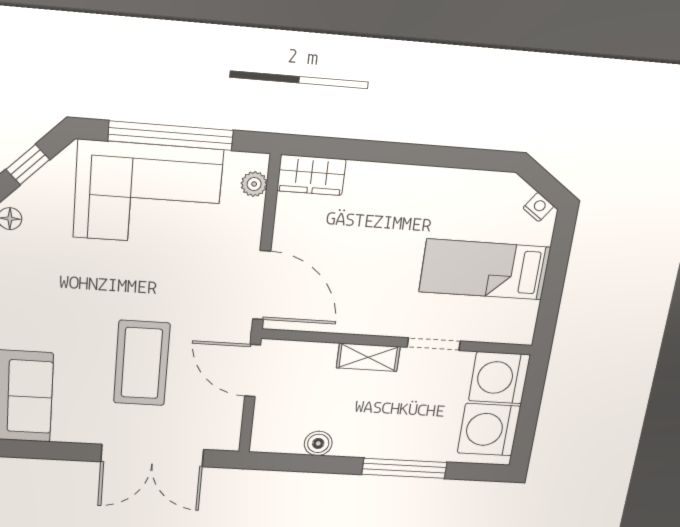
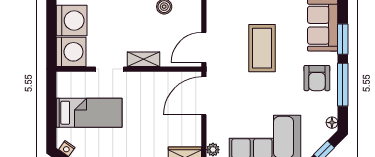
door: (262, 285) -> (204, 96), hinge flipped
armchair: (37, 304) -> (317, 78), added
door: (253, 371) -> (204, 48), swing flipped

